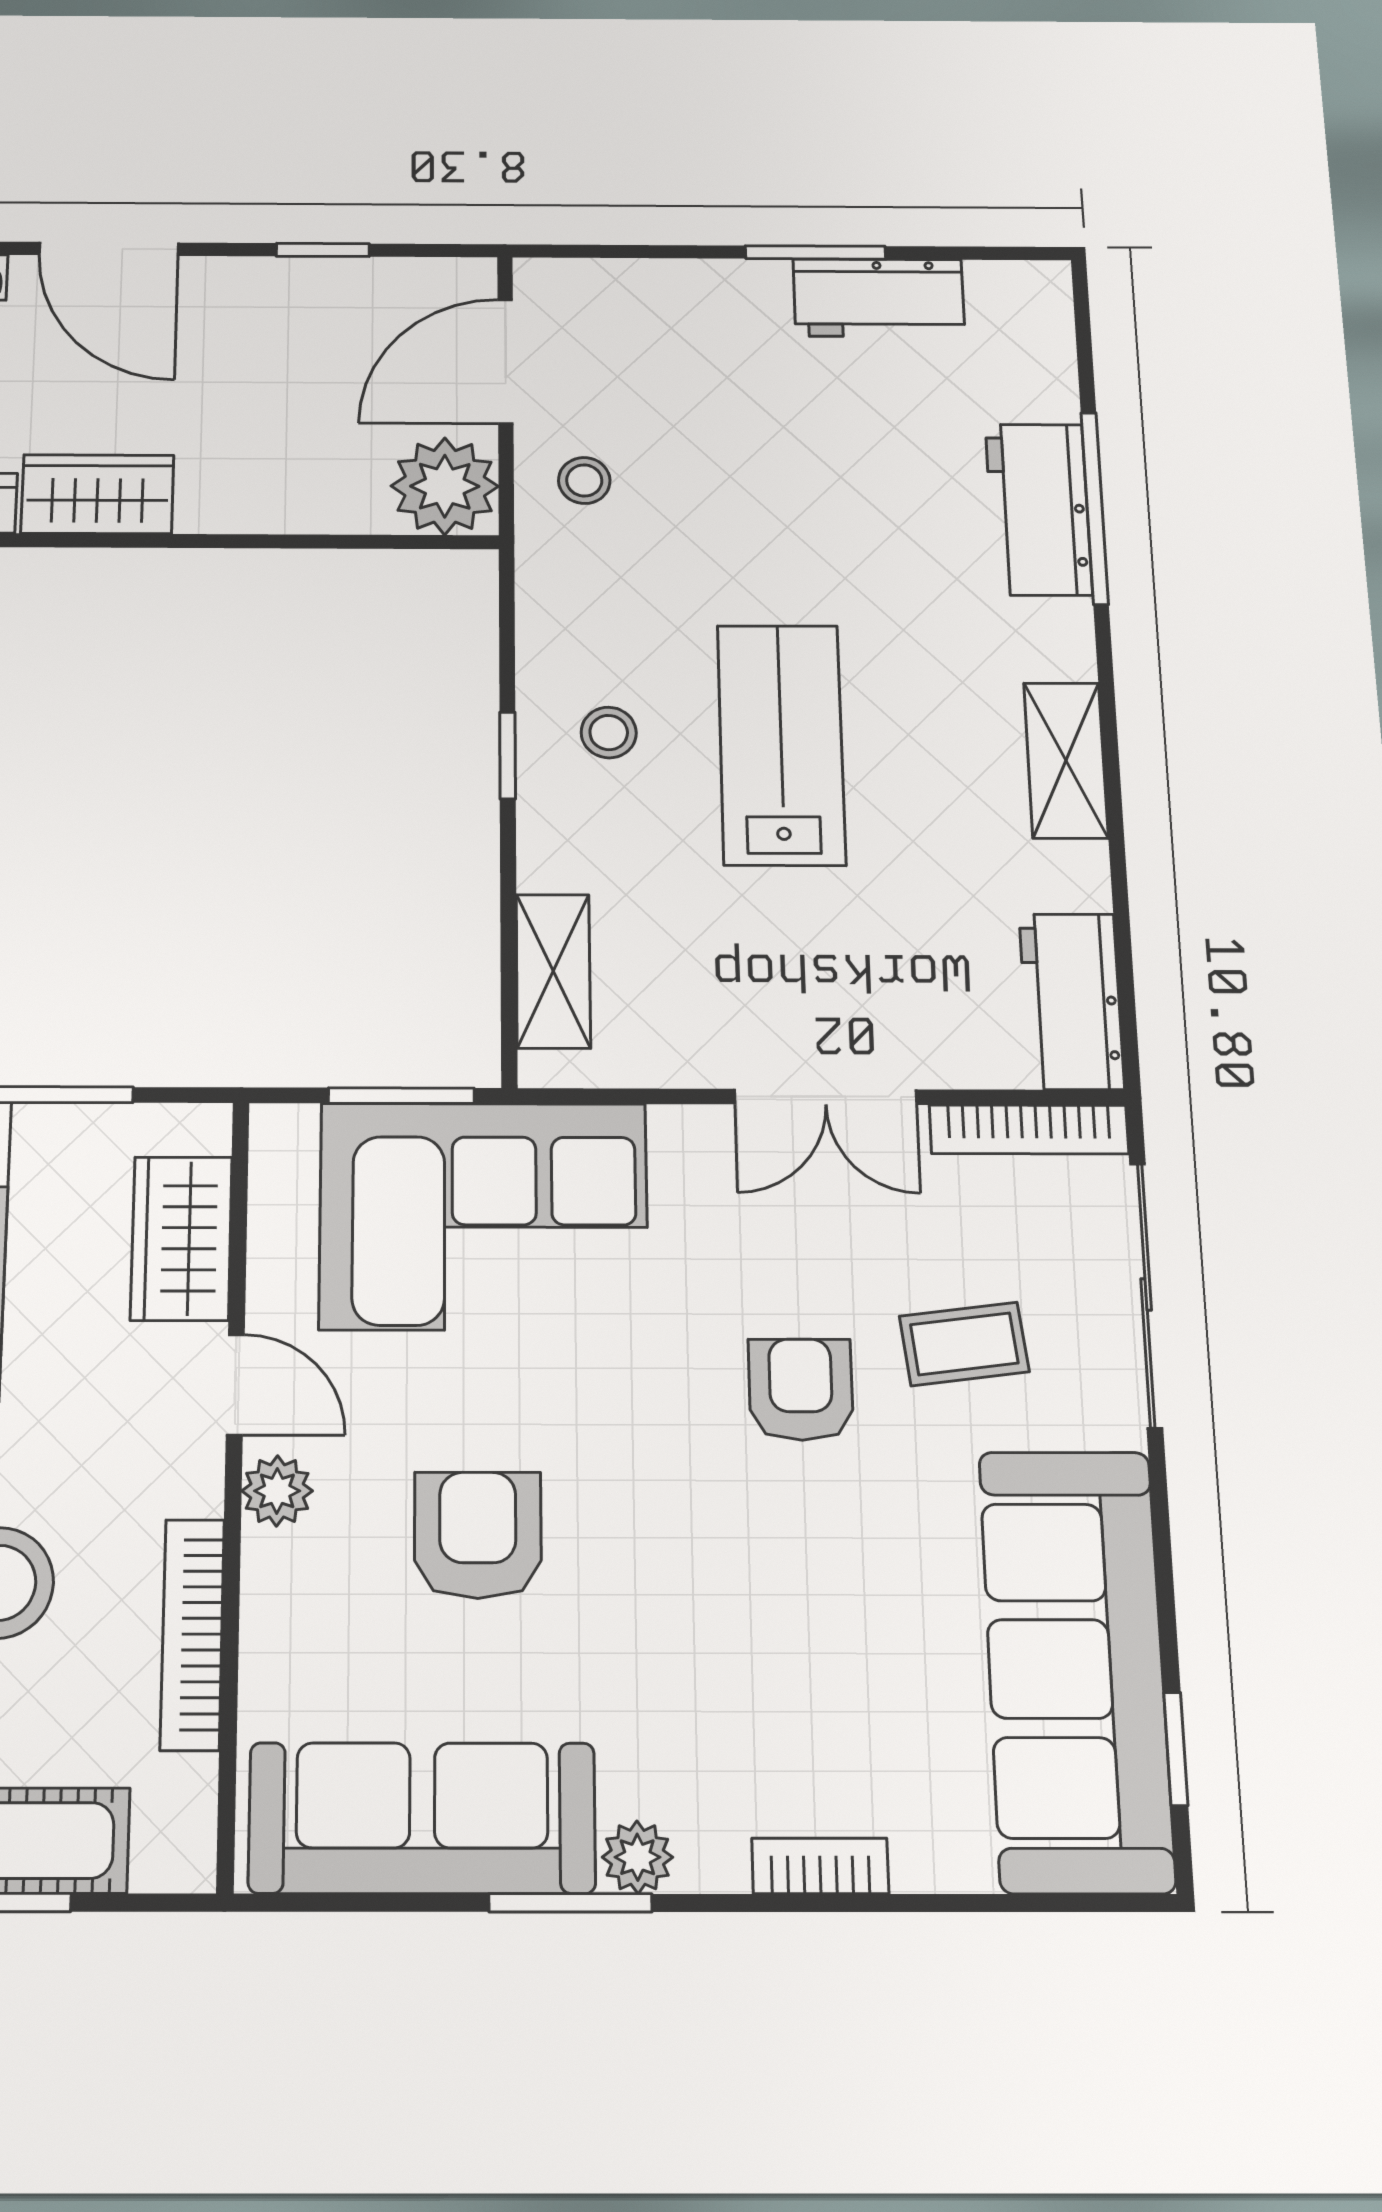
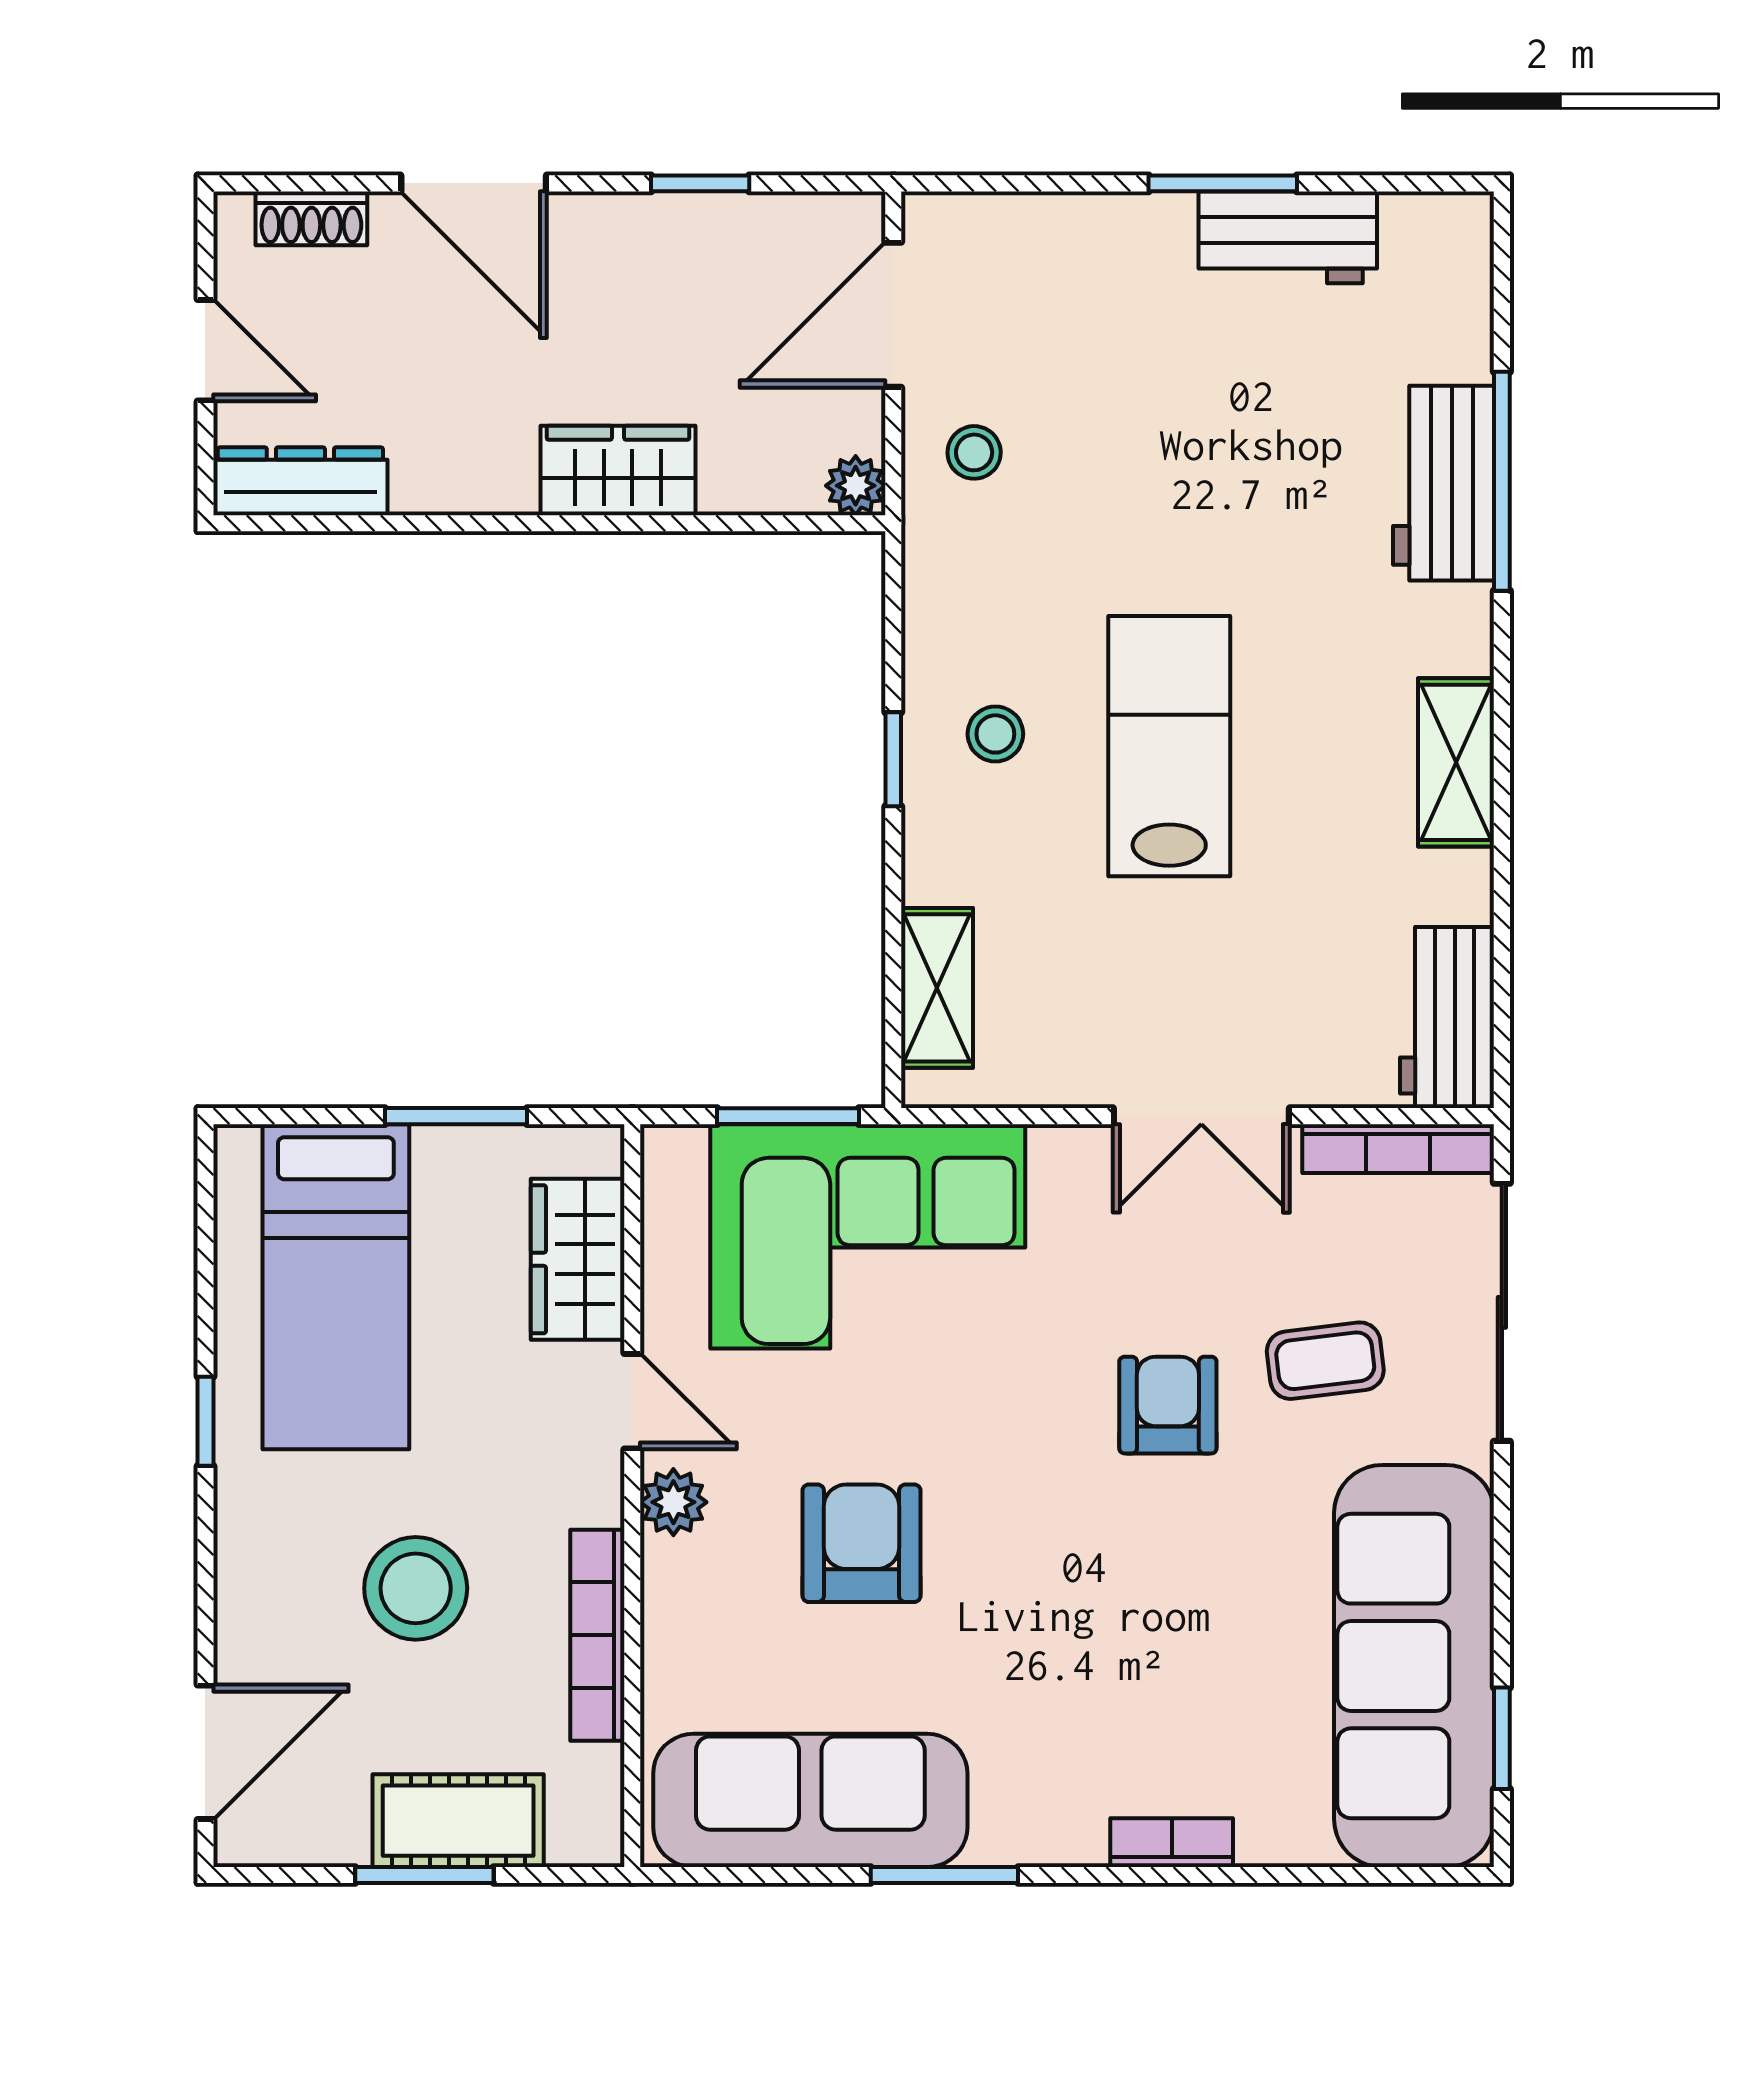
plant: (445, 486) -> (856, 486), width x0.53, depth x0.53
wardrobe: (98, 494) -> (618, 470), moved
plant: (637, 1857) -> (1006, 1835), removed

